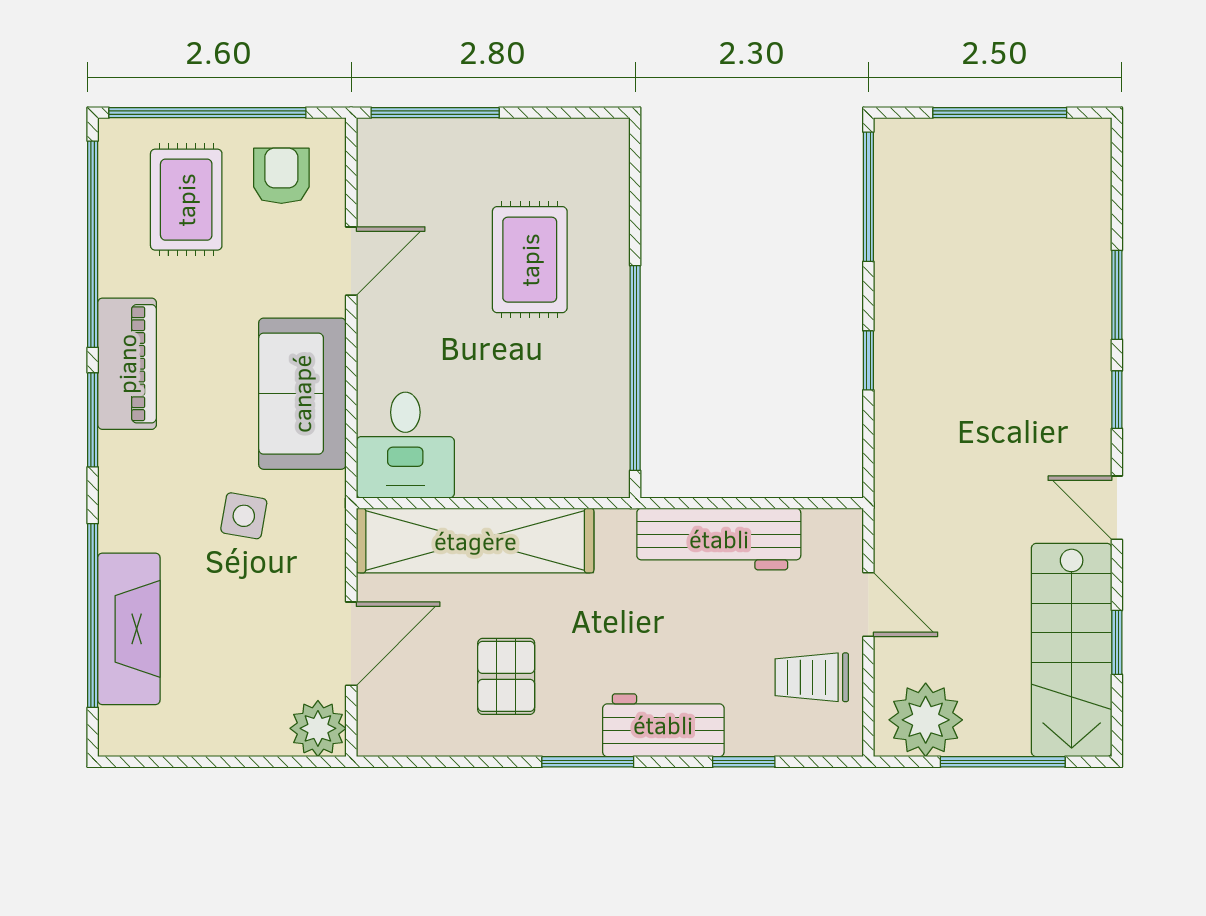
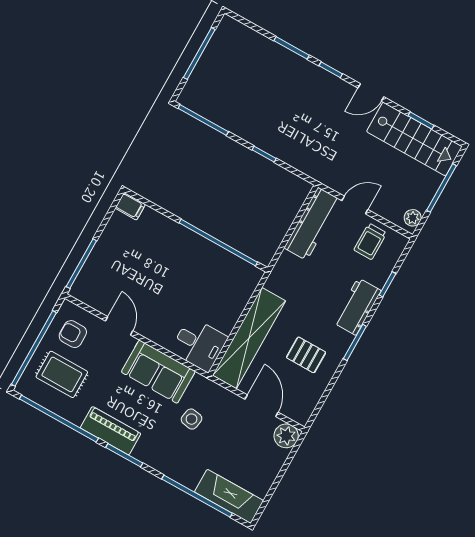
filing cabinet: (608, 147) -> (130, 206), added
rug: (530, 260) -> (156, 259), removed
workbench: (719, 539) -> (312, 224), moved
fireplace: (129, 629) -> (229, 496), moved
plant: (926, 720) -> (413, 218), width x0.53, depth x0.53

